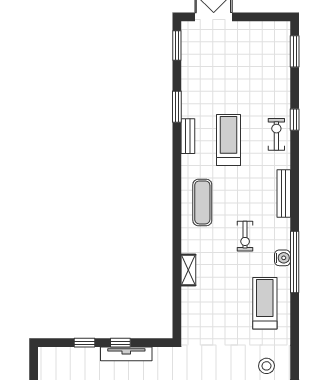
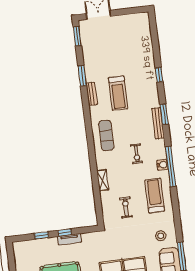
window: (295, 51) -> (164, 114), moved
exercise bike: (276, 134) -> (126, 207), moved
treadmill: (228, 140) -> (118, 93), turned 180
tv unit: (126, 354) -> (69, 239), width x0.71

